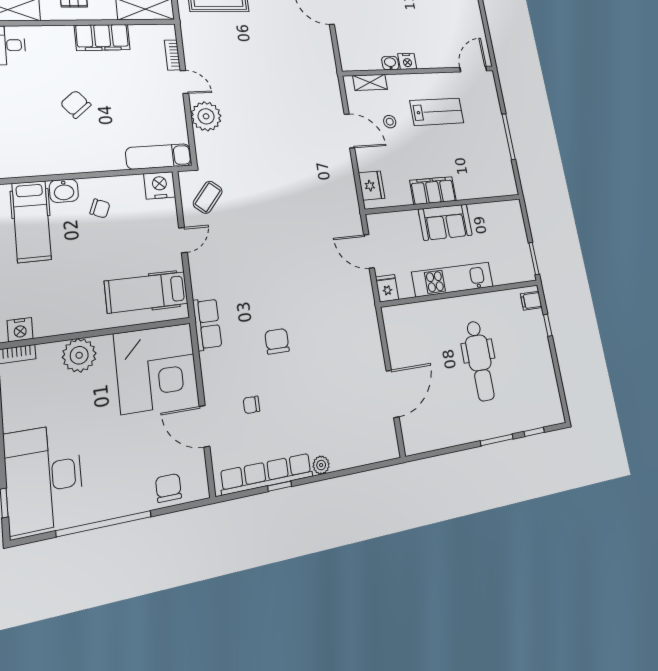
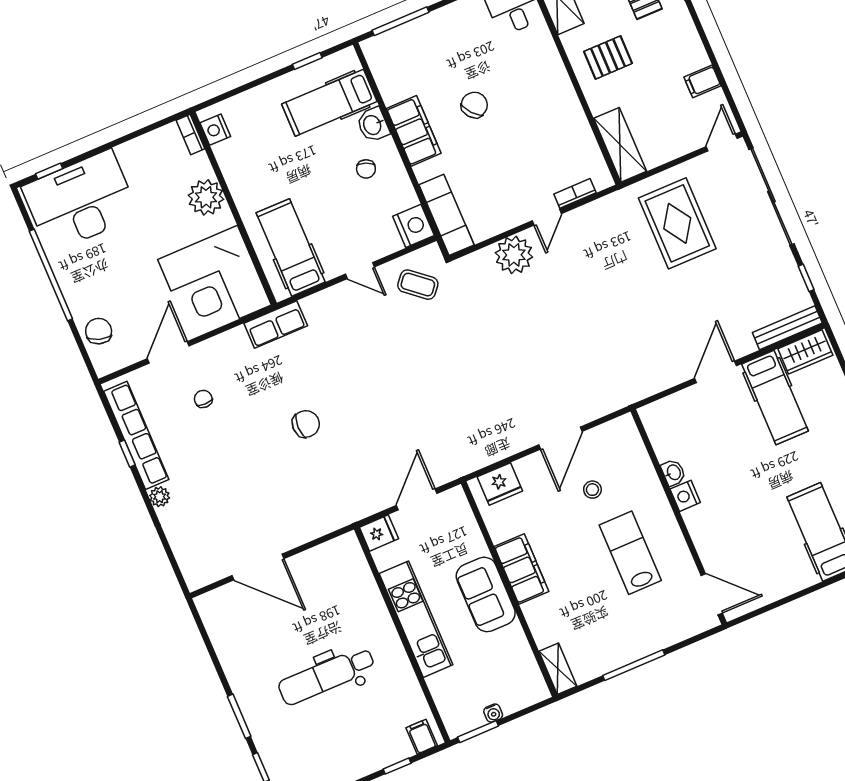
filing cabinet: (102, 37) -> (414, 131), moved, turned 180
shelving: (370, 82) -> (558, 669), moved
lab bench: (437, 112) -> (630, 553), turned 180
water cooler: (524, 244) -> (493, 713), added
chair: (277, 341) -> (306, 424), moved
chair: (168, 488) -> (99, 331), turned -72

